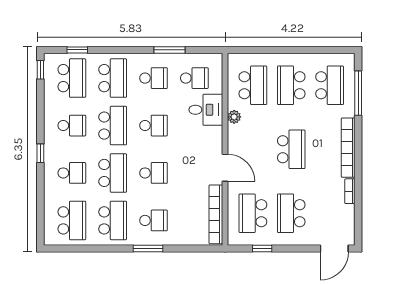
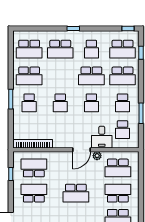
door: (225, 168) -> (82, 150), moved
school desk: (72, 173) -> (60, 49), width x1.85
school desk: (113, 173) -> (60, 76), removed

